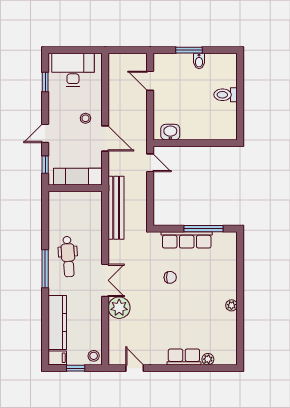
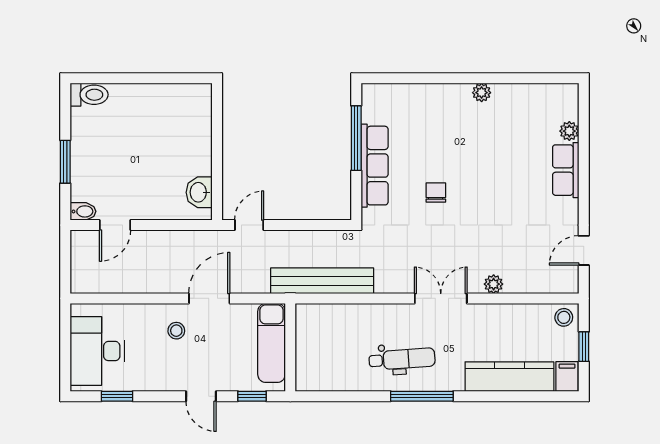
bidet: (199, 61) -> (83, 211), moved
toilet: (226, 95) -> (89, 95), moved, turned -90
plant: (119, 308) -> (494, 284), width x0.53, depth x0.53

